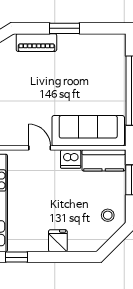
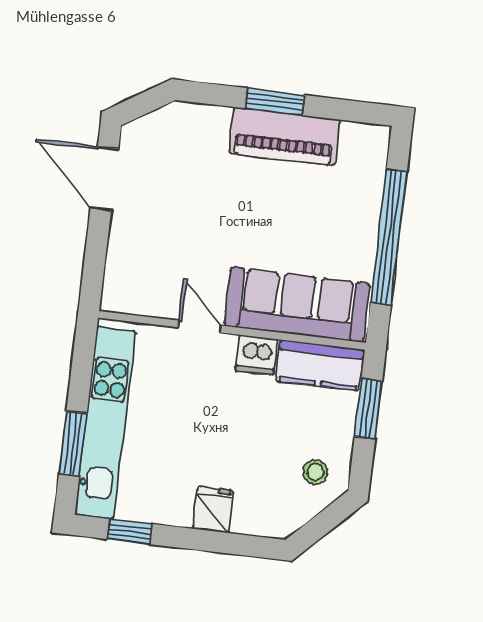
piano: (36, 43) -> (285, 136), moved, width x1.37, depth x1.33

